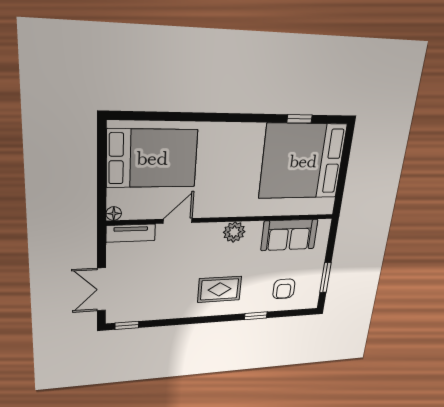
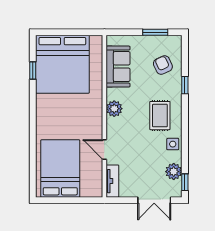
floor lamp: (114, 214) -> (98, 192), removed
armchair: (284, 289) -> (163, 65), turned -115
side table: (180, 307) -> (173, 144), added
plant: (142, 311) -> (174, 172), added

